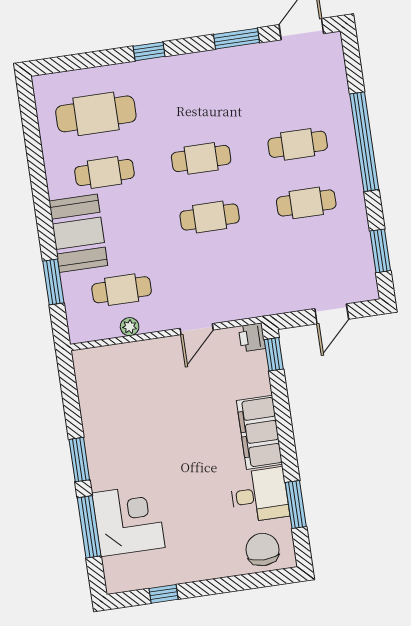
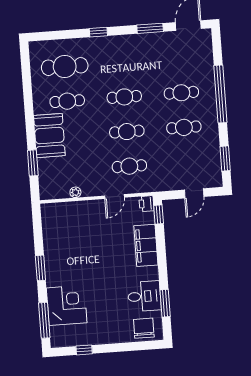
cafe table: (122, 290) -> (129, 166), moved
filing cabinet: (259, 432) -> (146, 245), moved
window: (89, 527) -> (44, 320), moved

